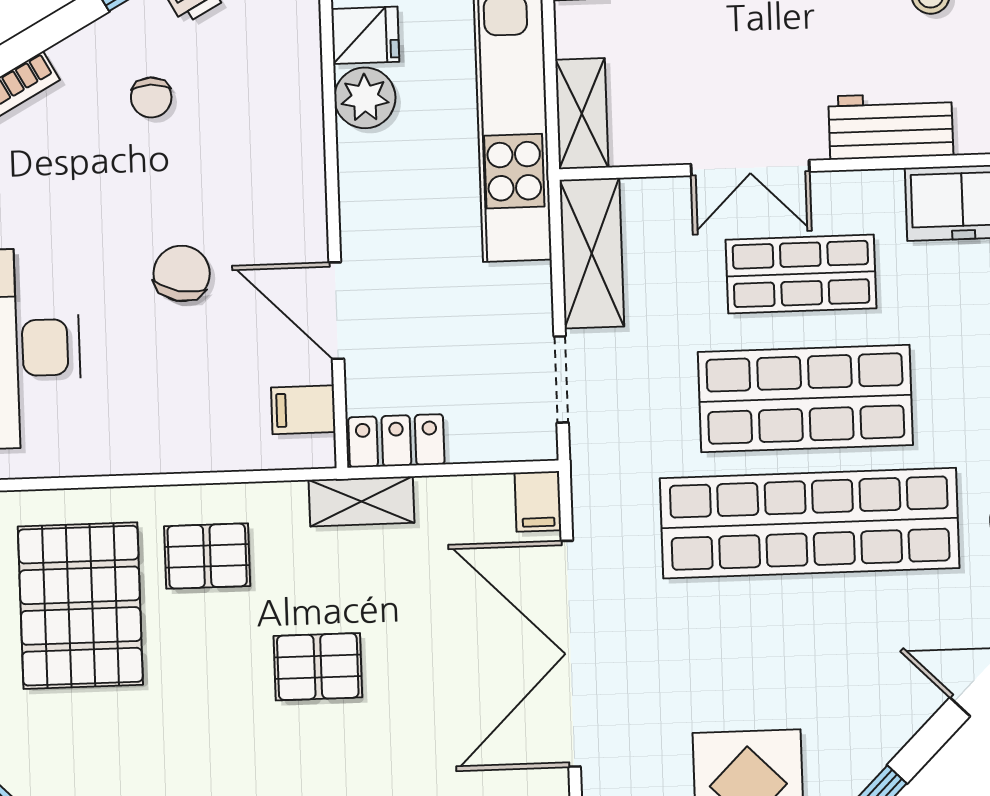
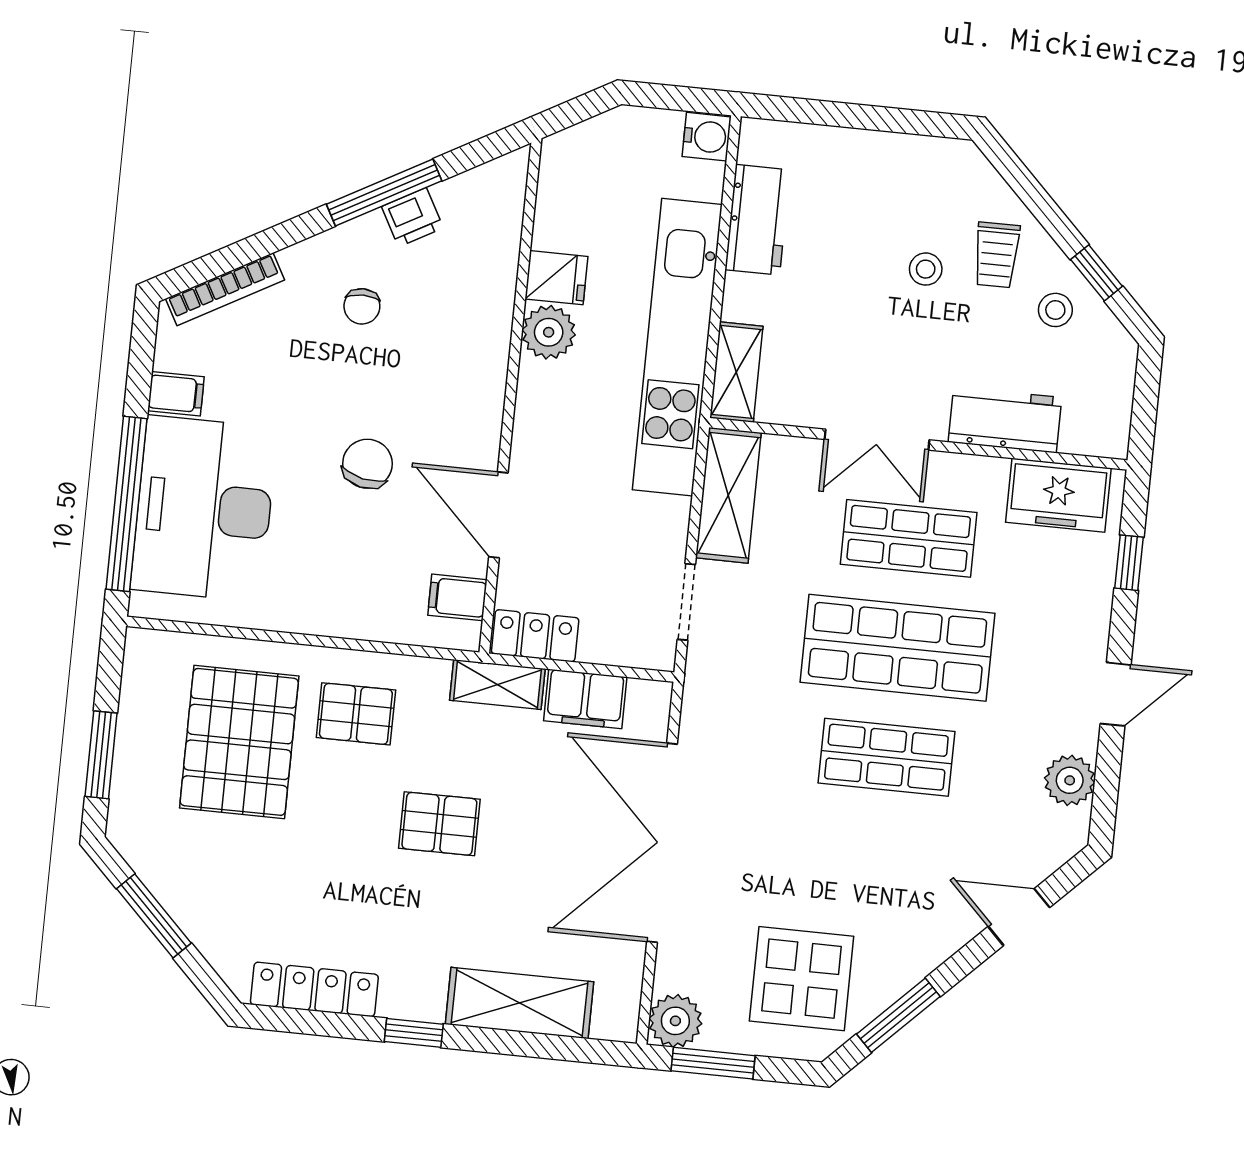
filing cabinet: (538, 501) -> (585, 699), moved, width x2.00
shop shelf: (810, 523) -> (886, 757), width x0.50, depth x0.74

